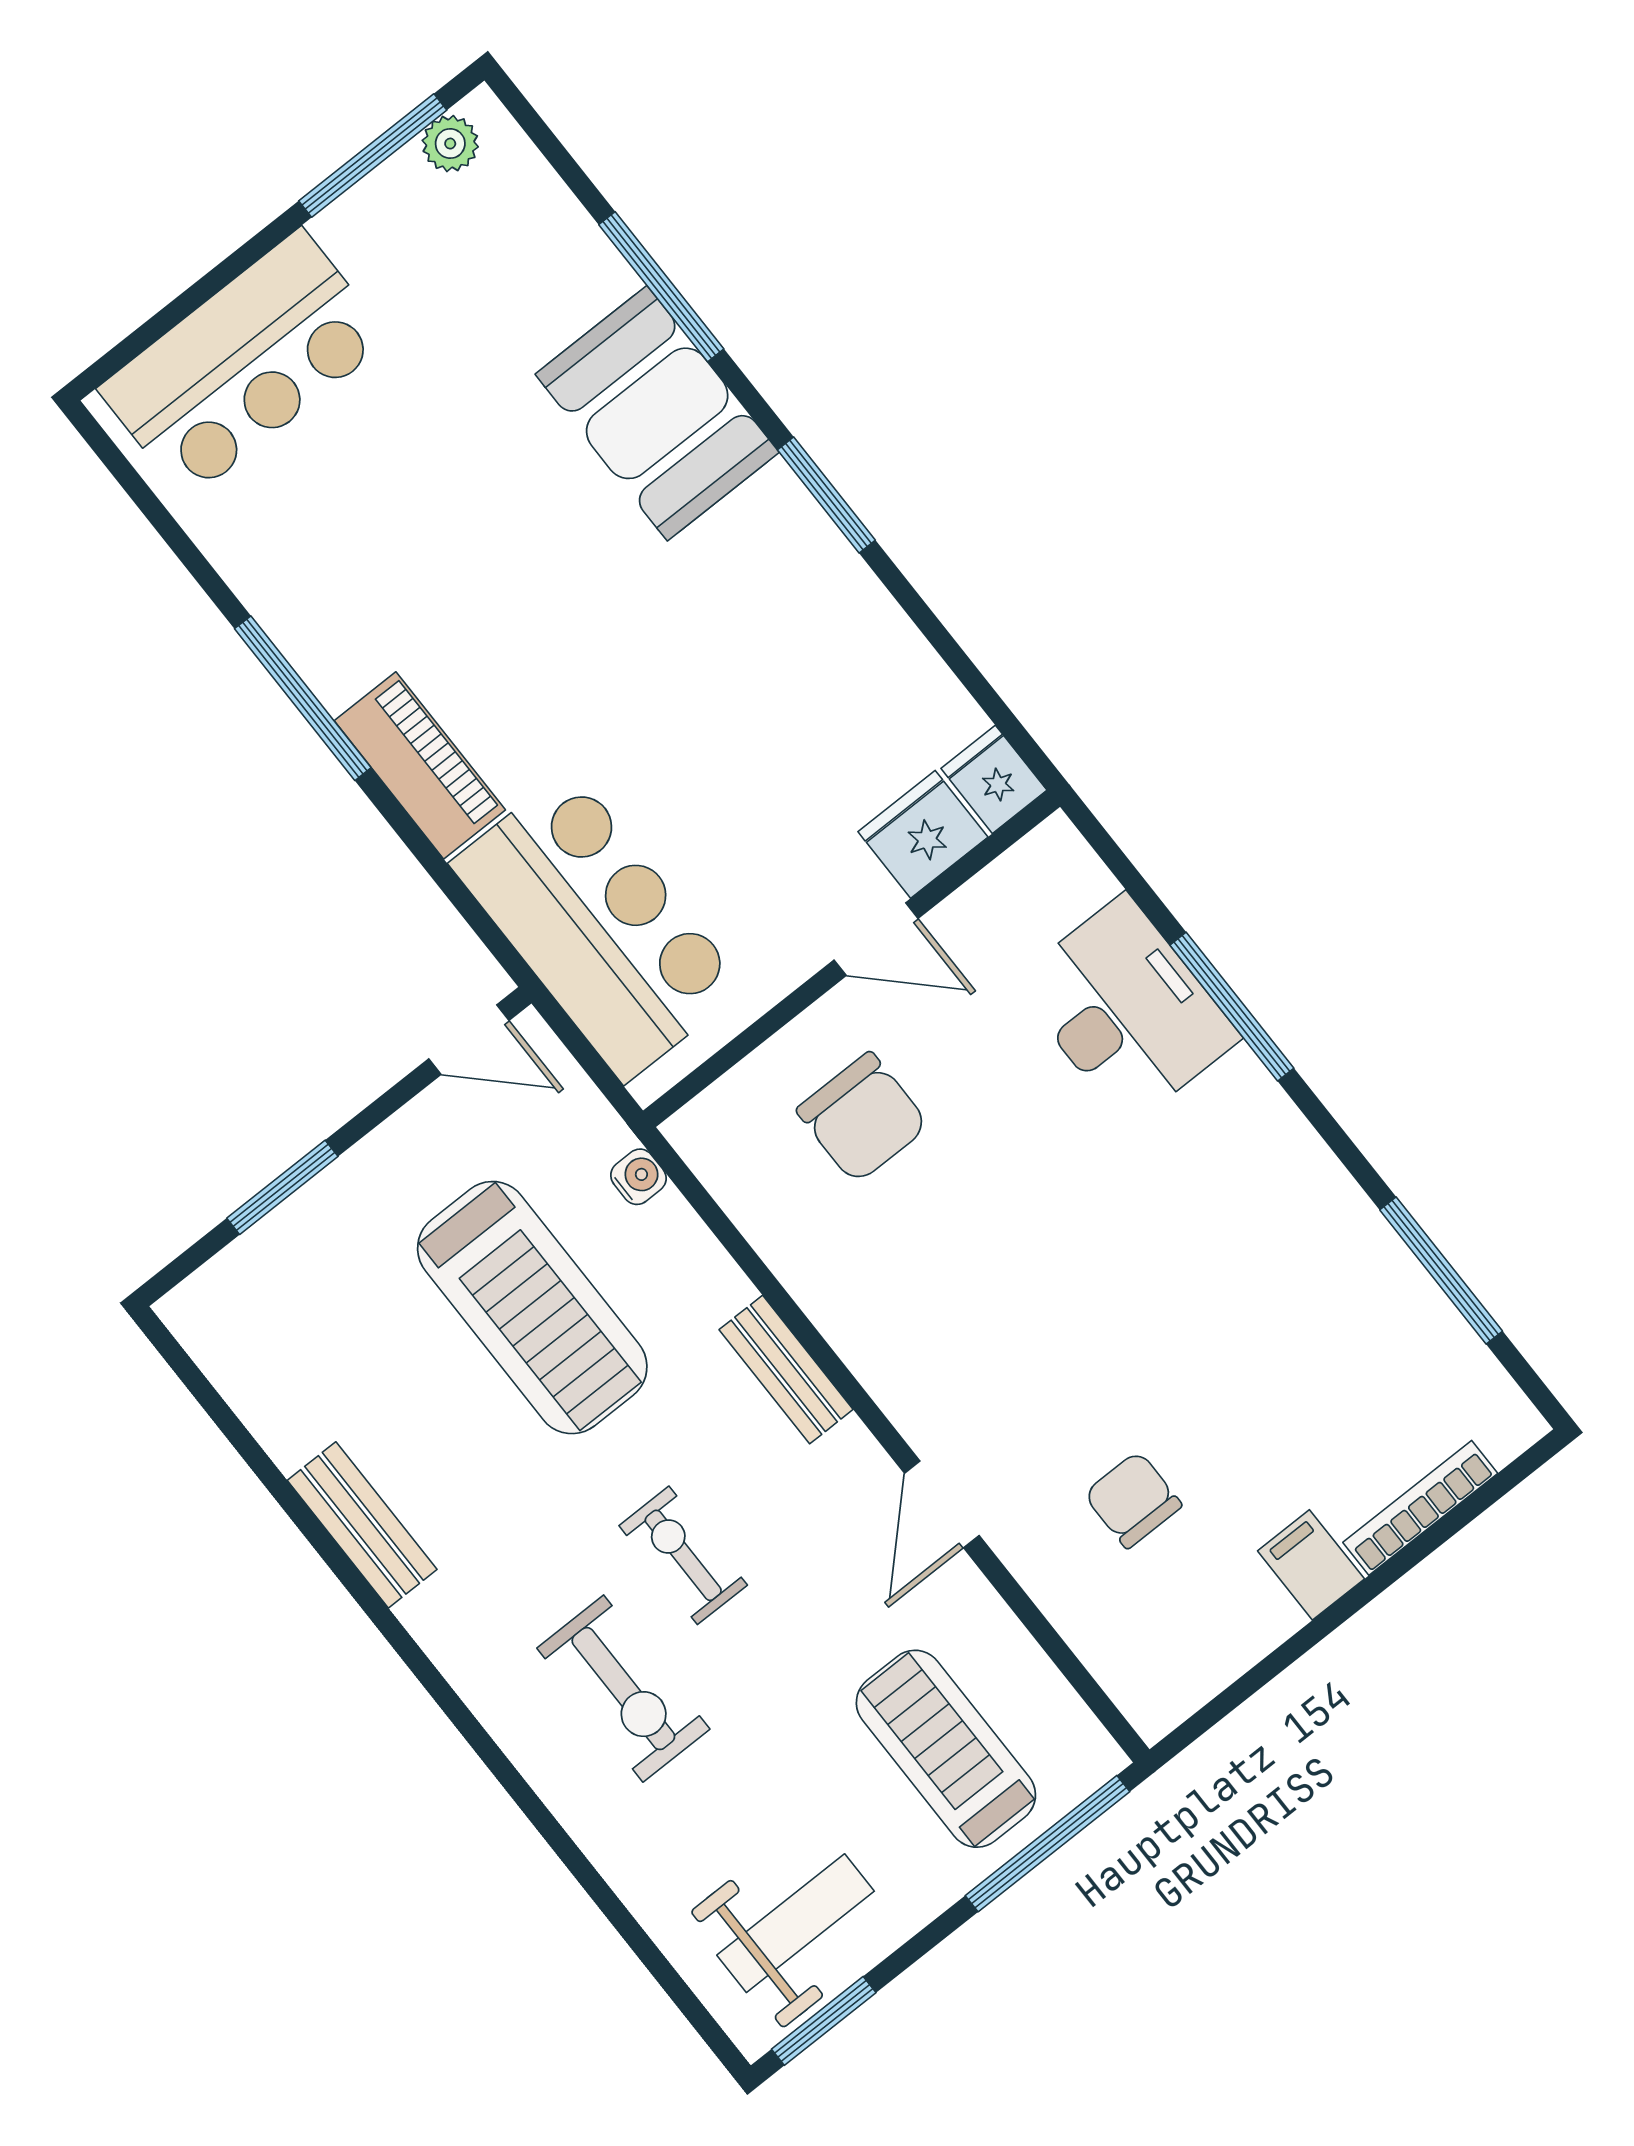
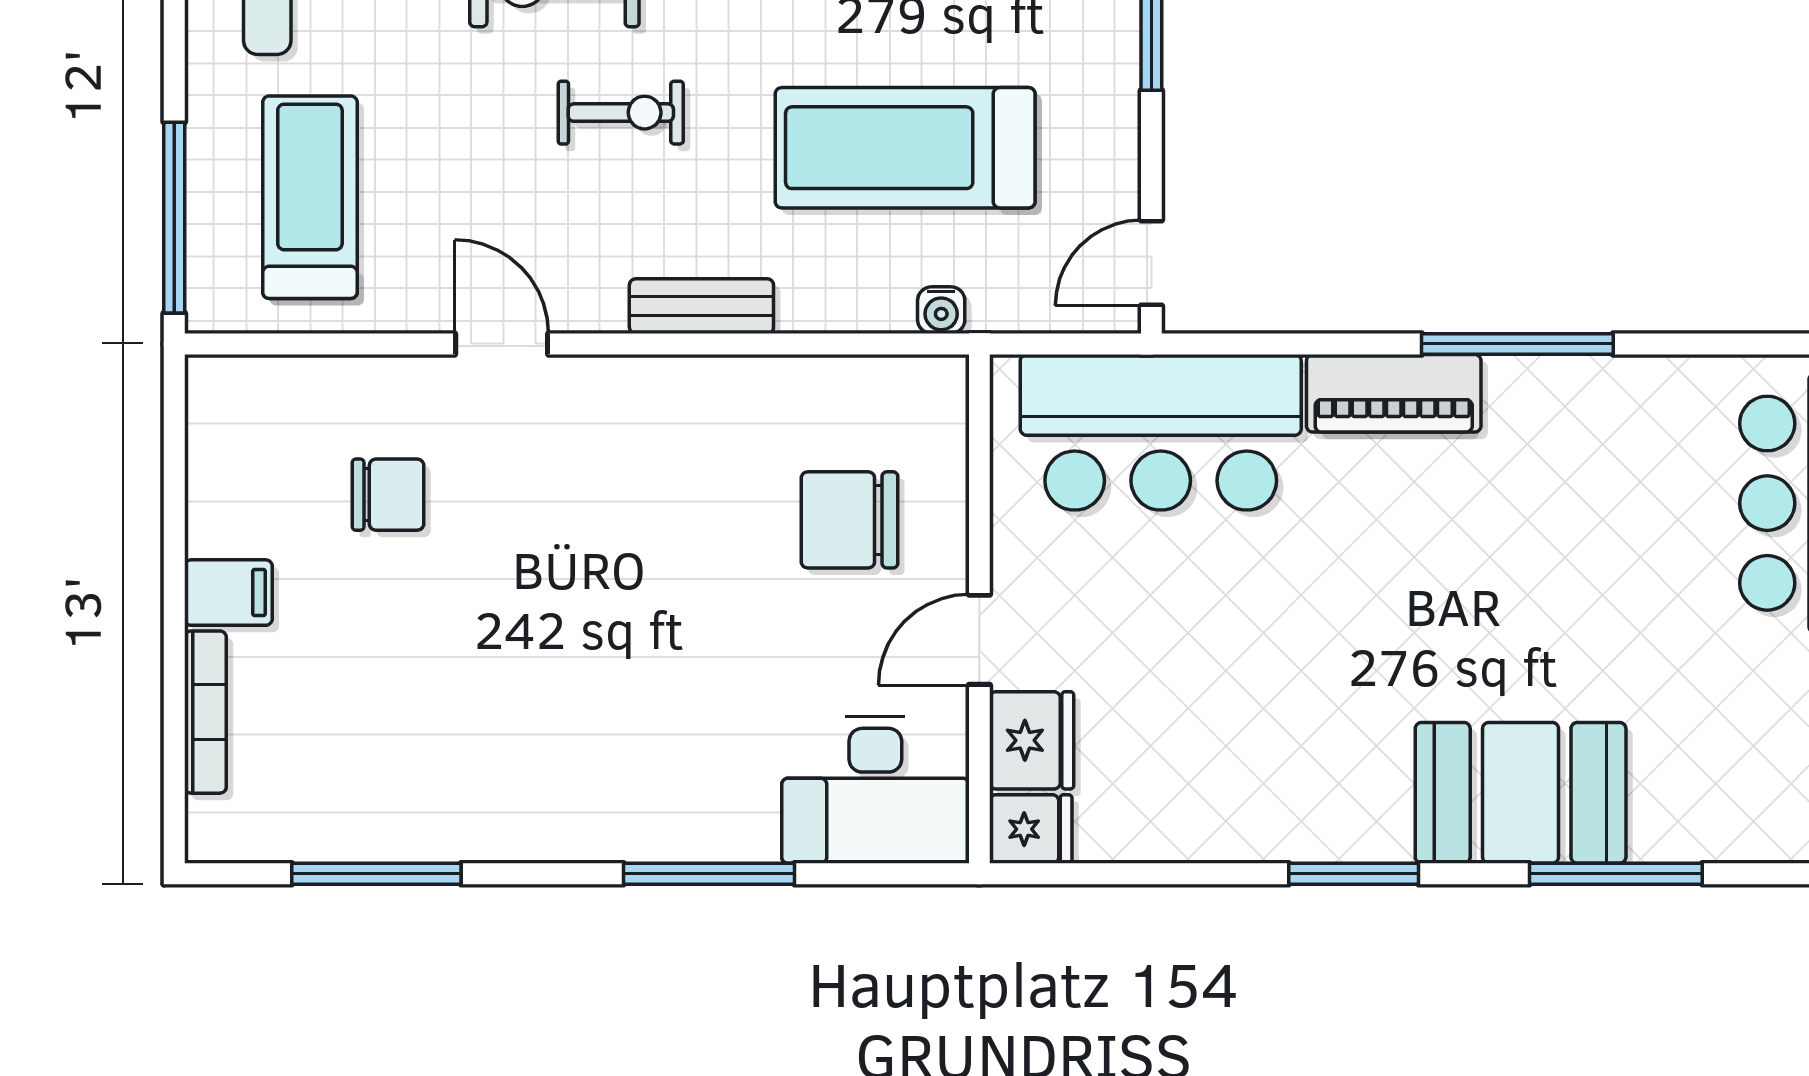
desk: (1126, 1010) -> (875, 790), moved
treadmill: (946, 1749) -> (310, 197), turned -90

